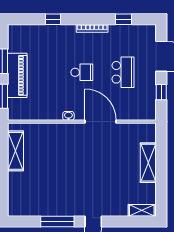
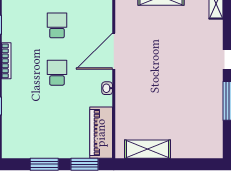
school desk: (123, 72) -> (57, 25), width x0.54
piano: (17, 75) -> (101, 133), moved, turned -90

